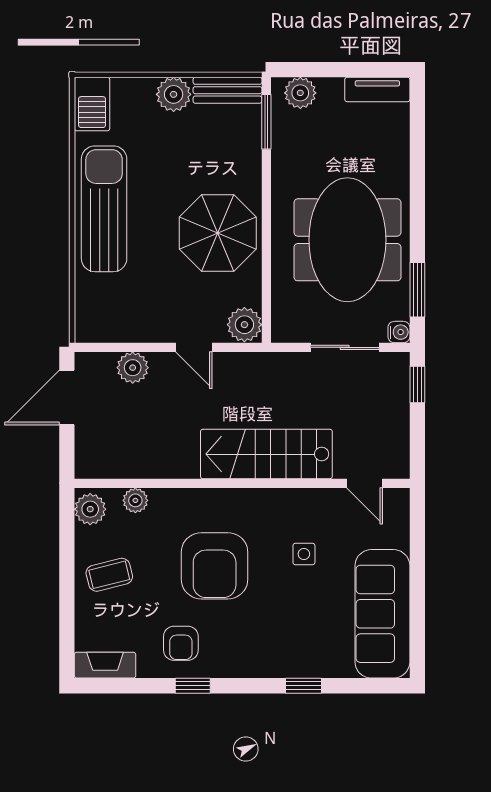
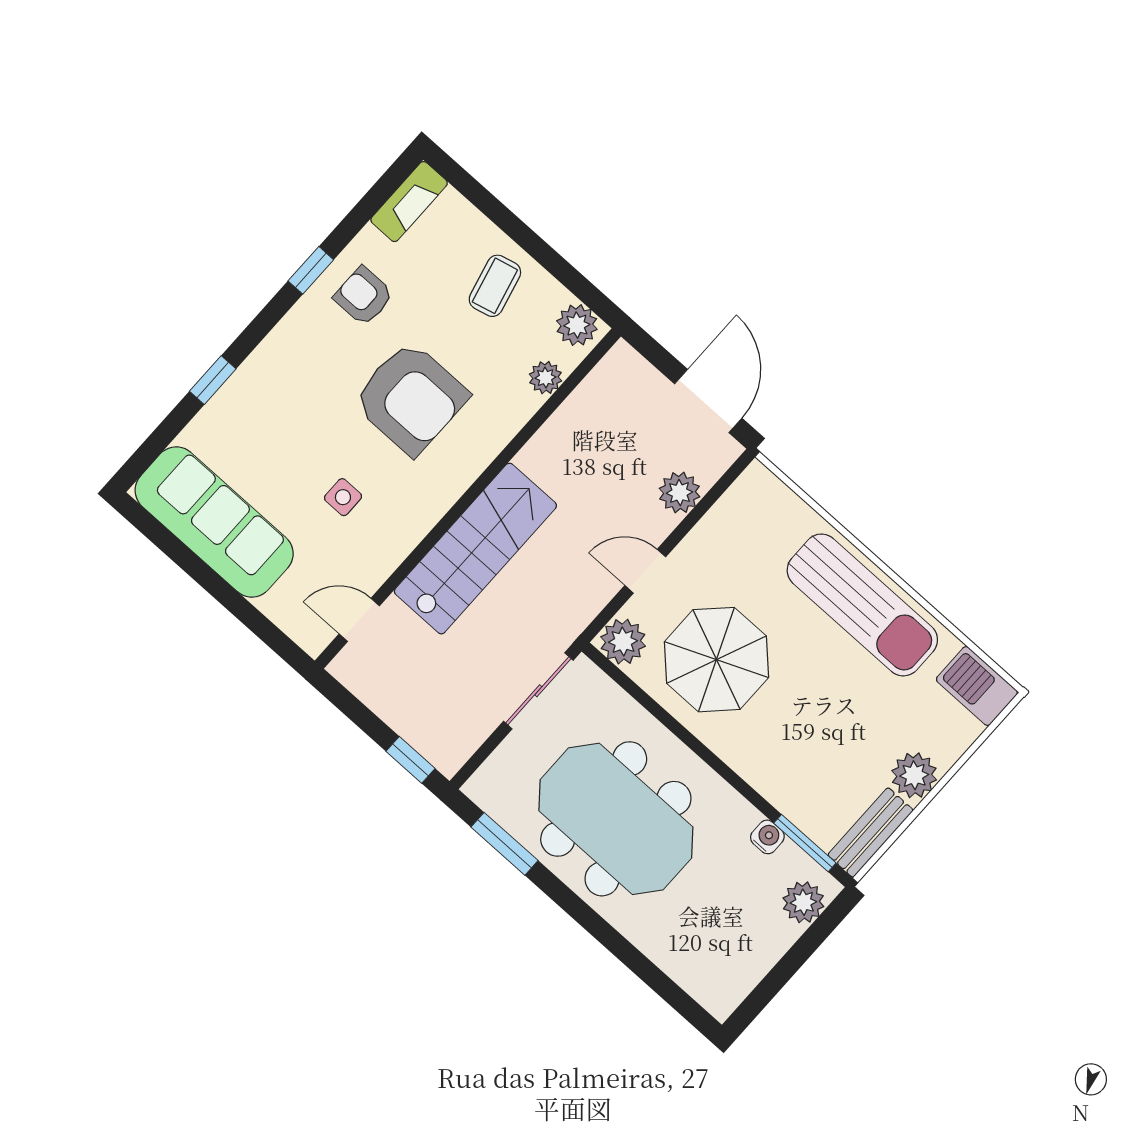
tv unit: (377, 89) -> (738, 982), removed
parasol: (218, 233) -> (716, 660), moved
water cooler: (399, 332) -> (767, 837), moved, turned 180
sliding door: (345, 347) -> (538, 691), moved
armchair: (215, 566) -> (410, 398), turned 180

